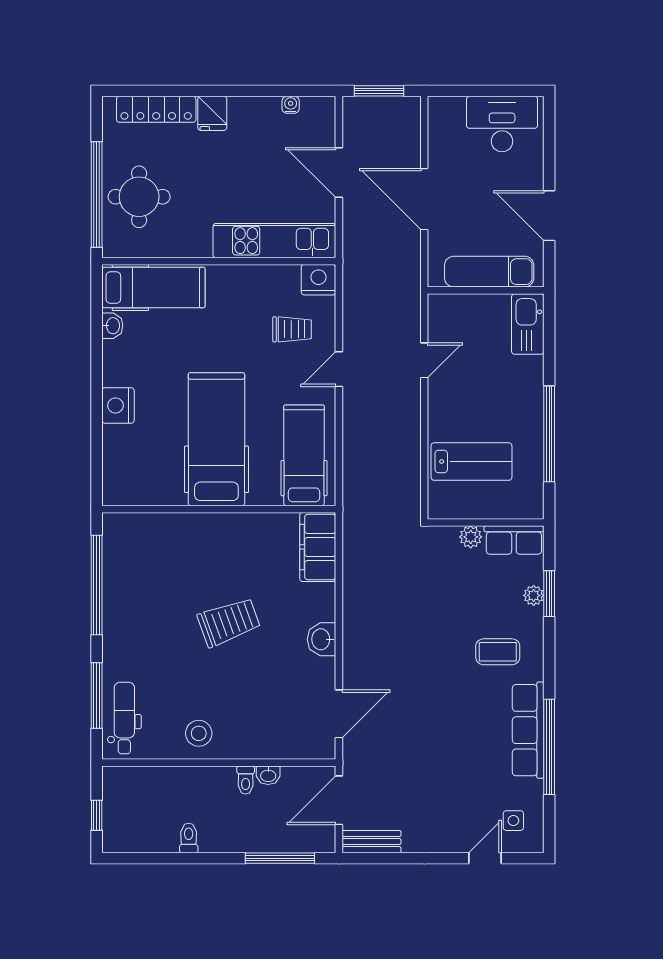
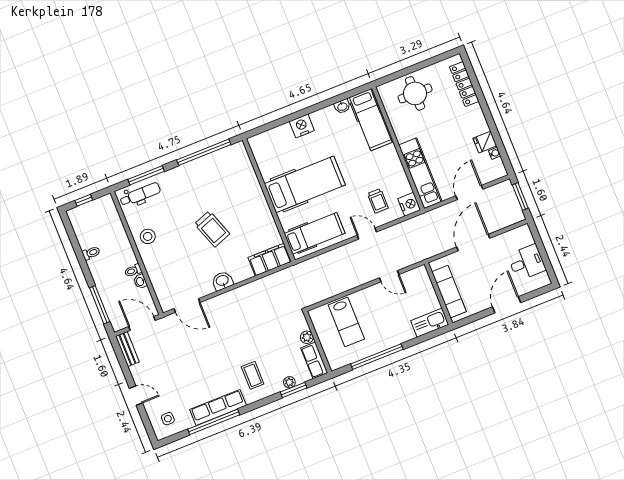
fridge: (212, 113) -> (485, 142), moved
desk: (502, 124) -> (527, 262), width x0.73
window: (97, 195) -> (407, 71), removed
door: (549, 216) -> (507, 305), moved
door: (485, 858) -> (136, 396), moved

